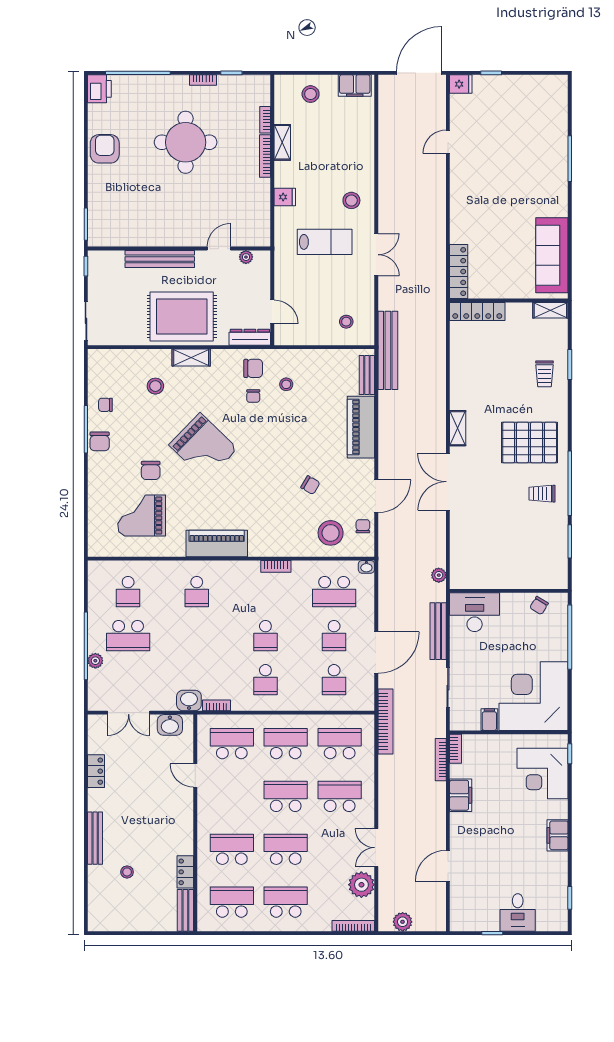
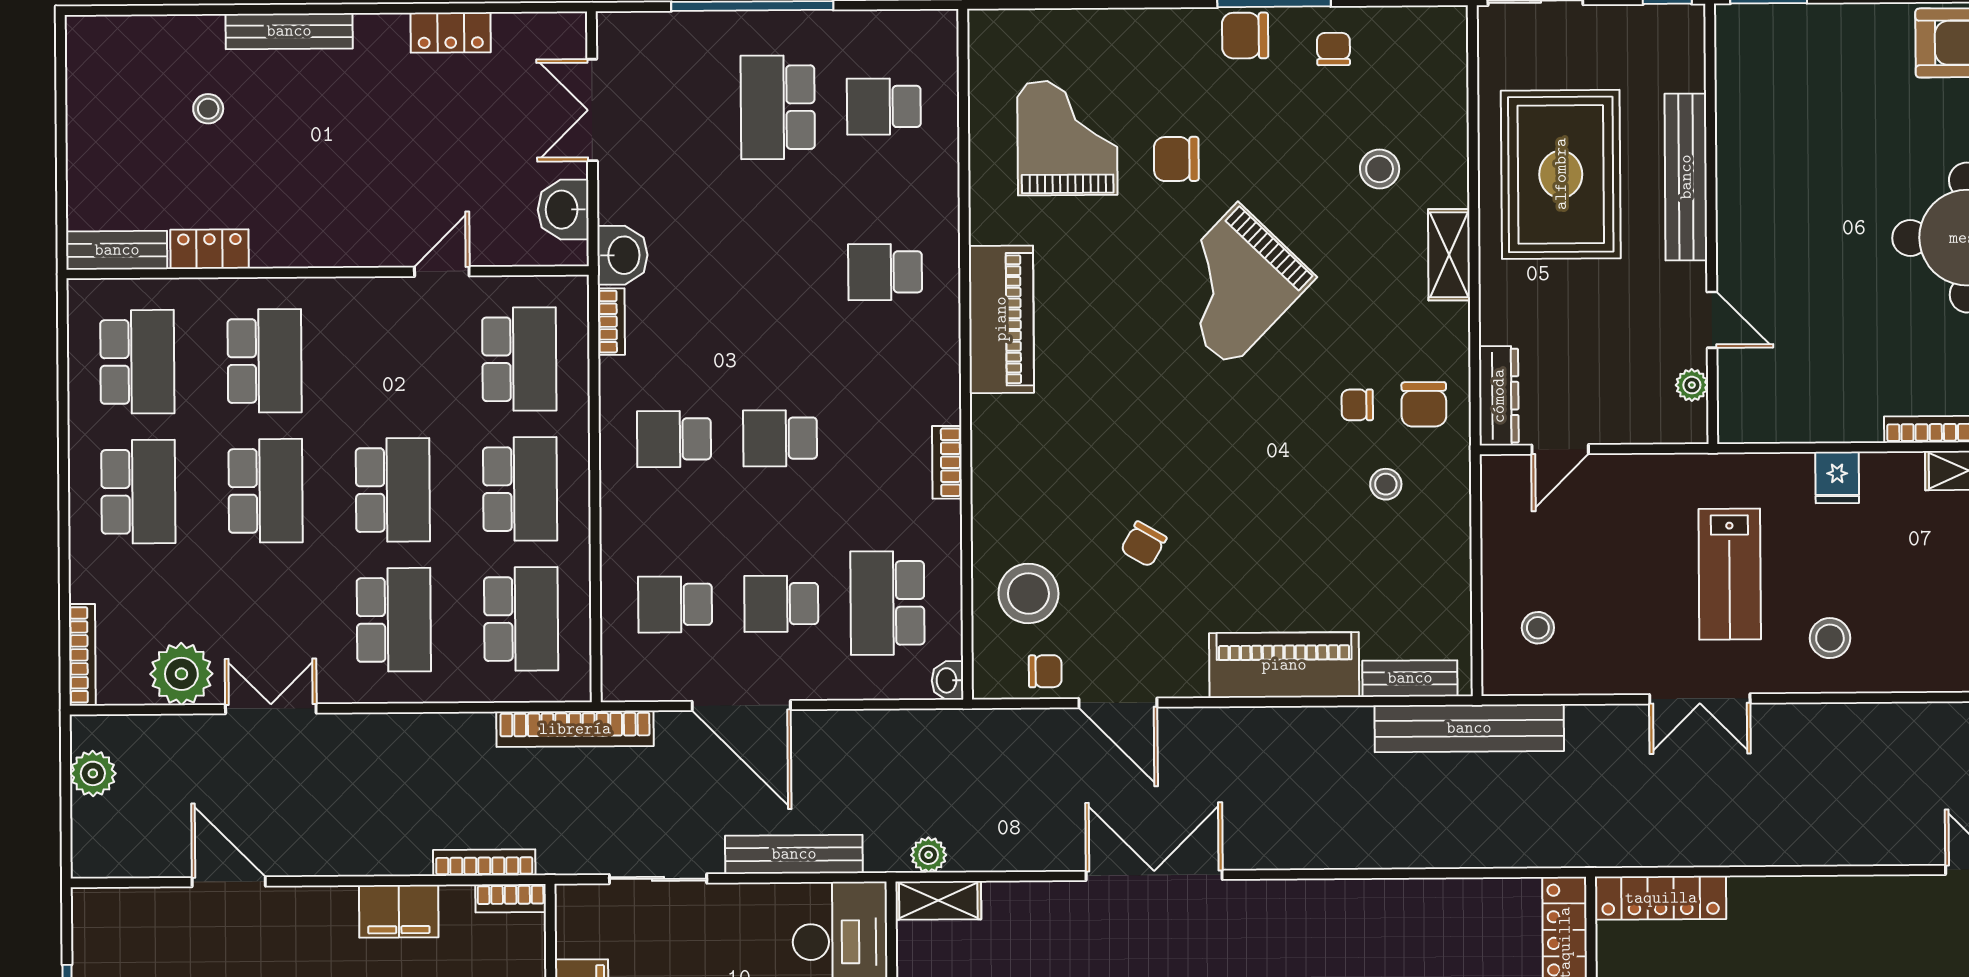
rug: (182, 316) -> (1561, 174), moved
shelving: (458, 428) -> (938, 900), moved
plant: (95, 661) -> (717, 29), removed

